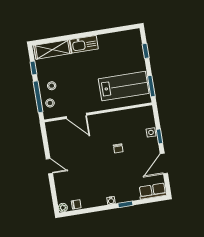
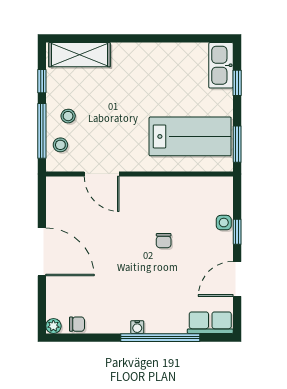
kitchen sink: (84, 44) -> (221, 65), moved, turned 90
door: (49, 166) -> (42, 252), width x1.87
window: (125, 204) -> (160, 338), width x3.17

